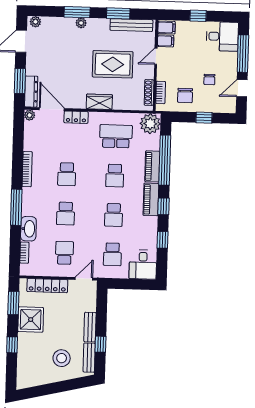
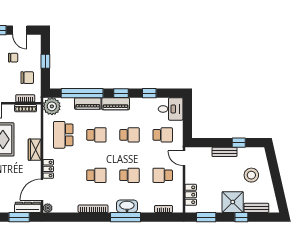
washbasin: (28, 229) -> (127, 206), moved
locker: (47, 286) -> (191, 195), width x0.66
shower: (31, 320) -> (233, 202), moved
bench: (89, 358) -> (256, 208), moved

